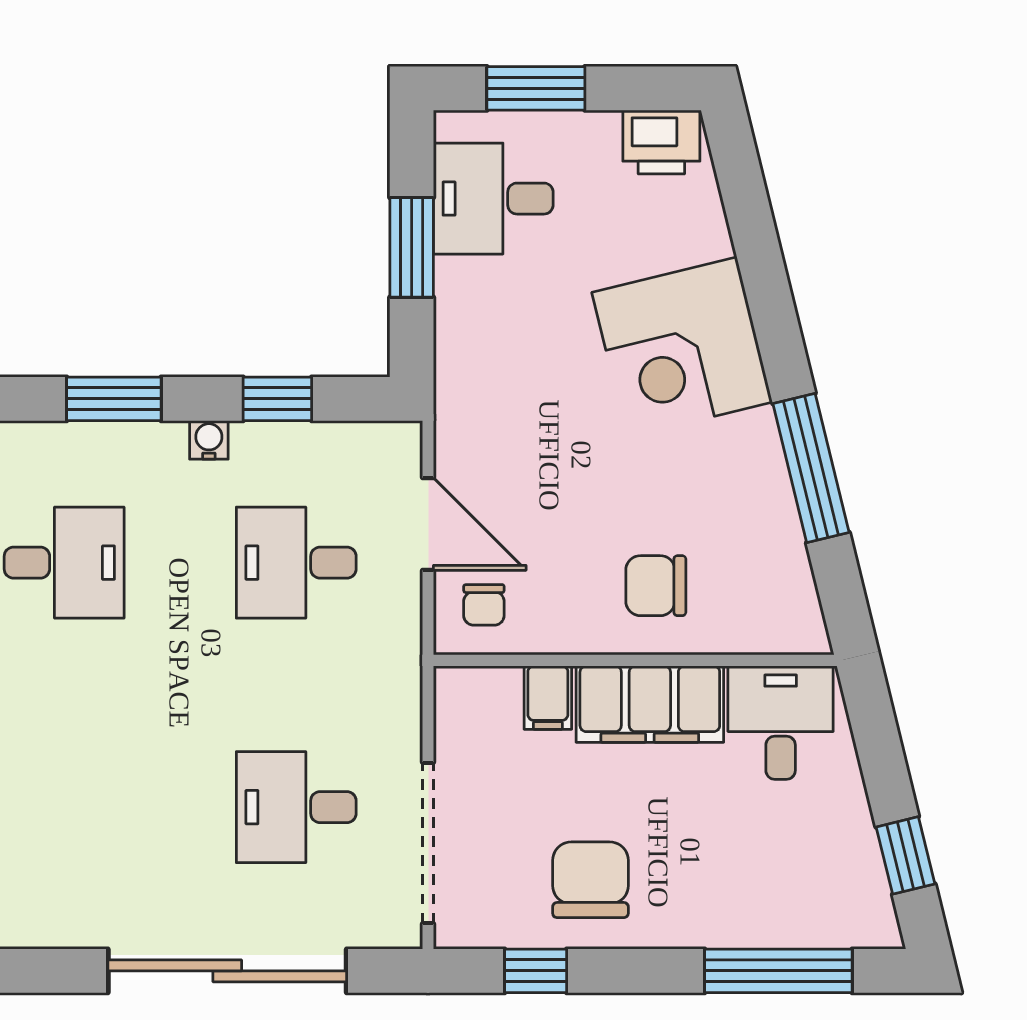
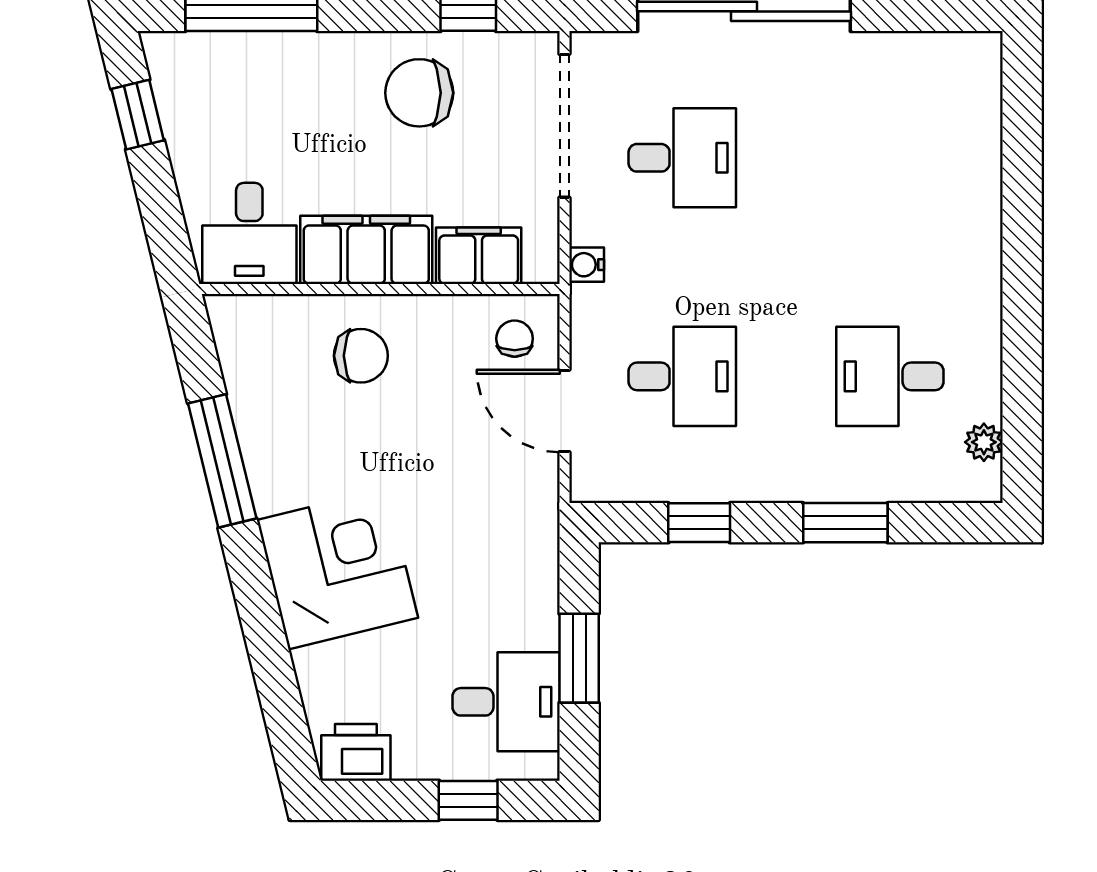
window: (536, 88) -> (468, 800), width x0.67
water cooler: (209, 440) -> (587, 265), moved, turned 90
filing cabinet: (548, 698) -> (479, 256), width x2.00
chair: (590, 880) -> (419, 93), turned 90

